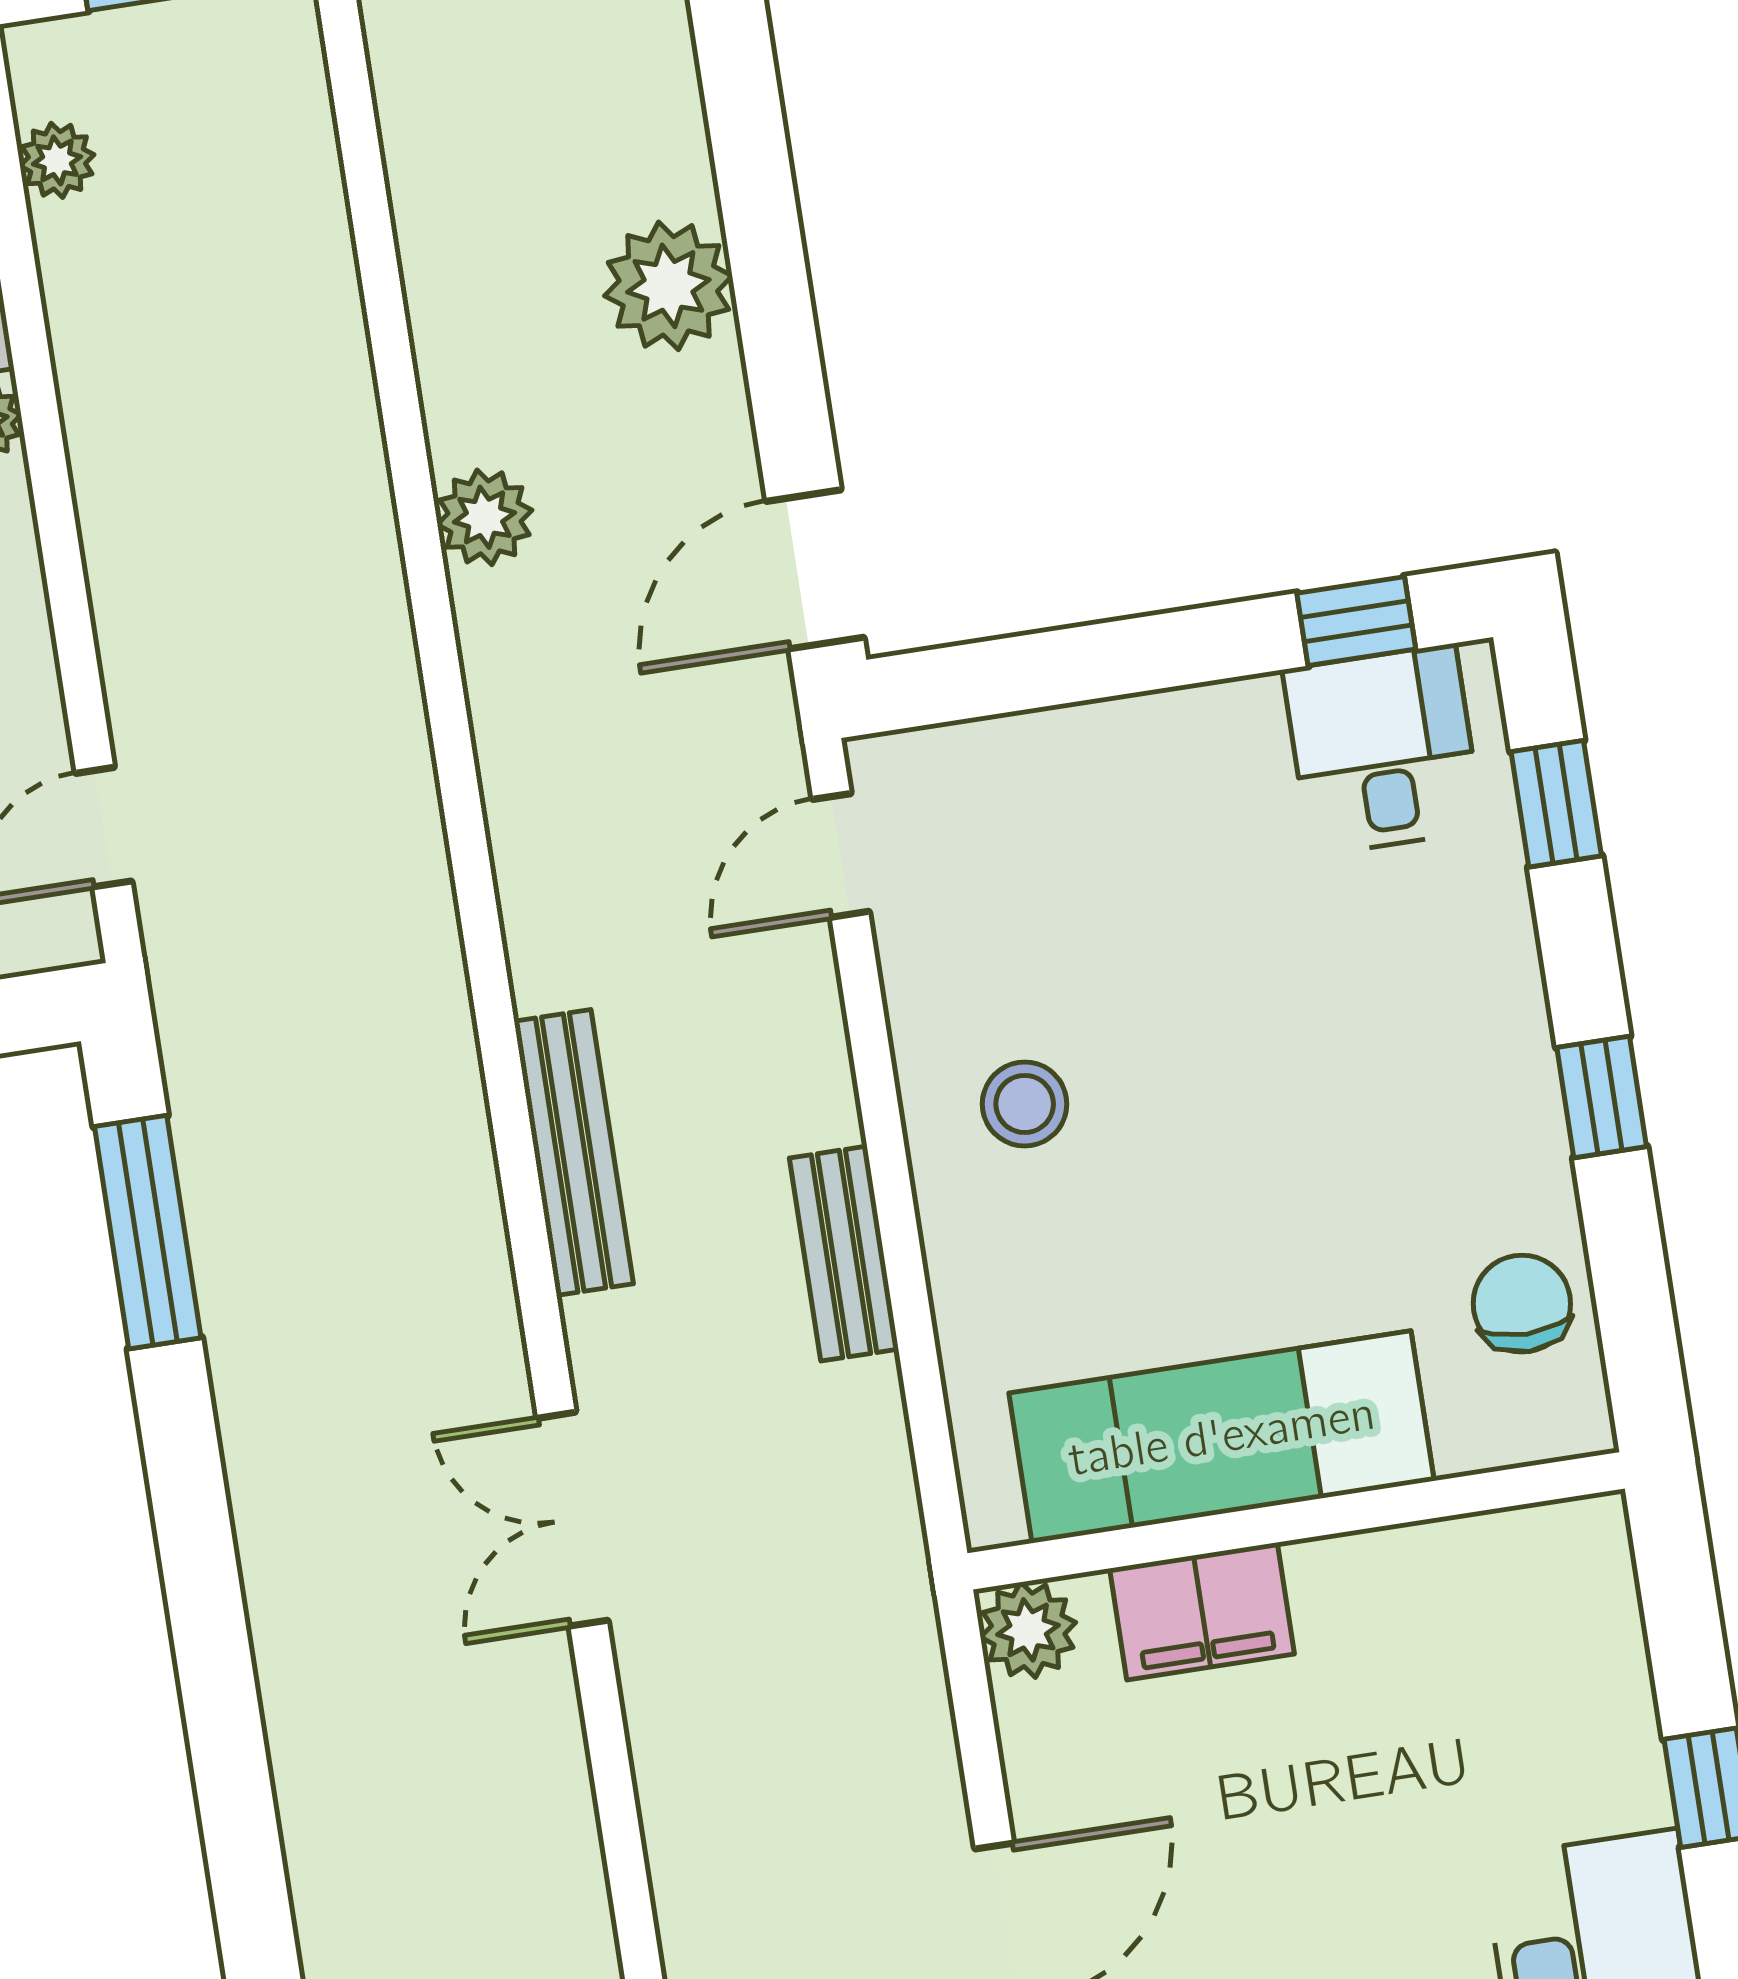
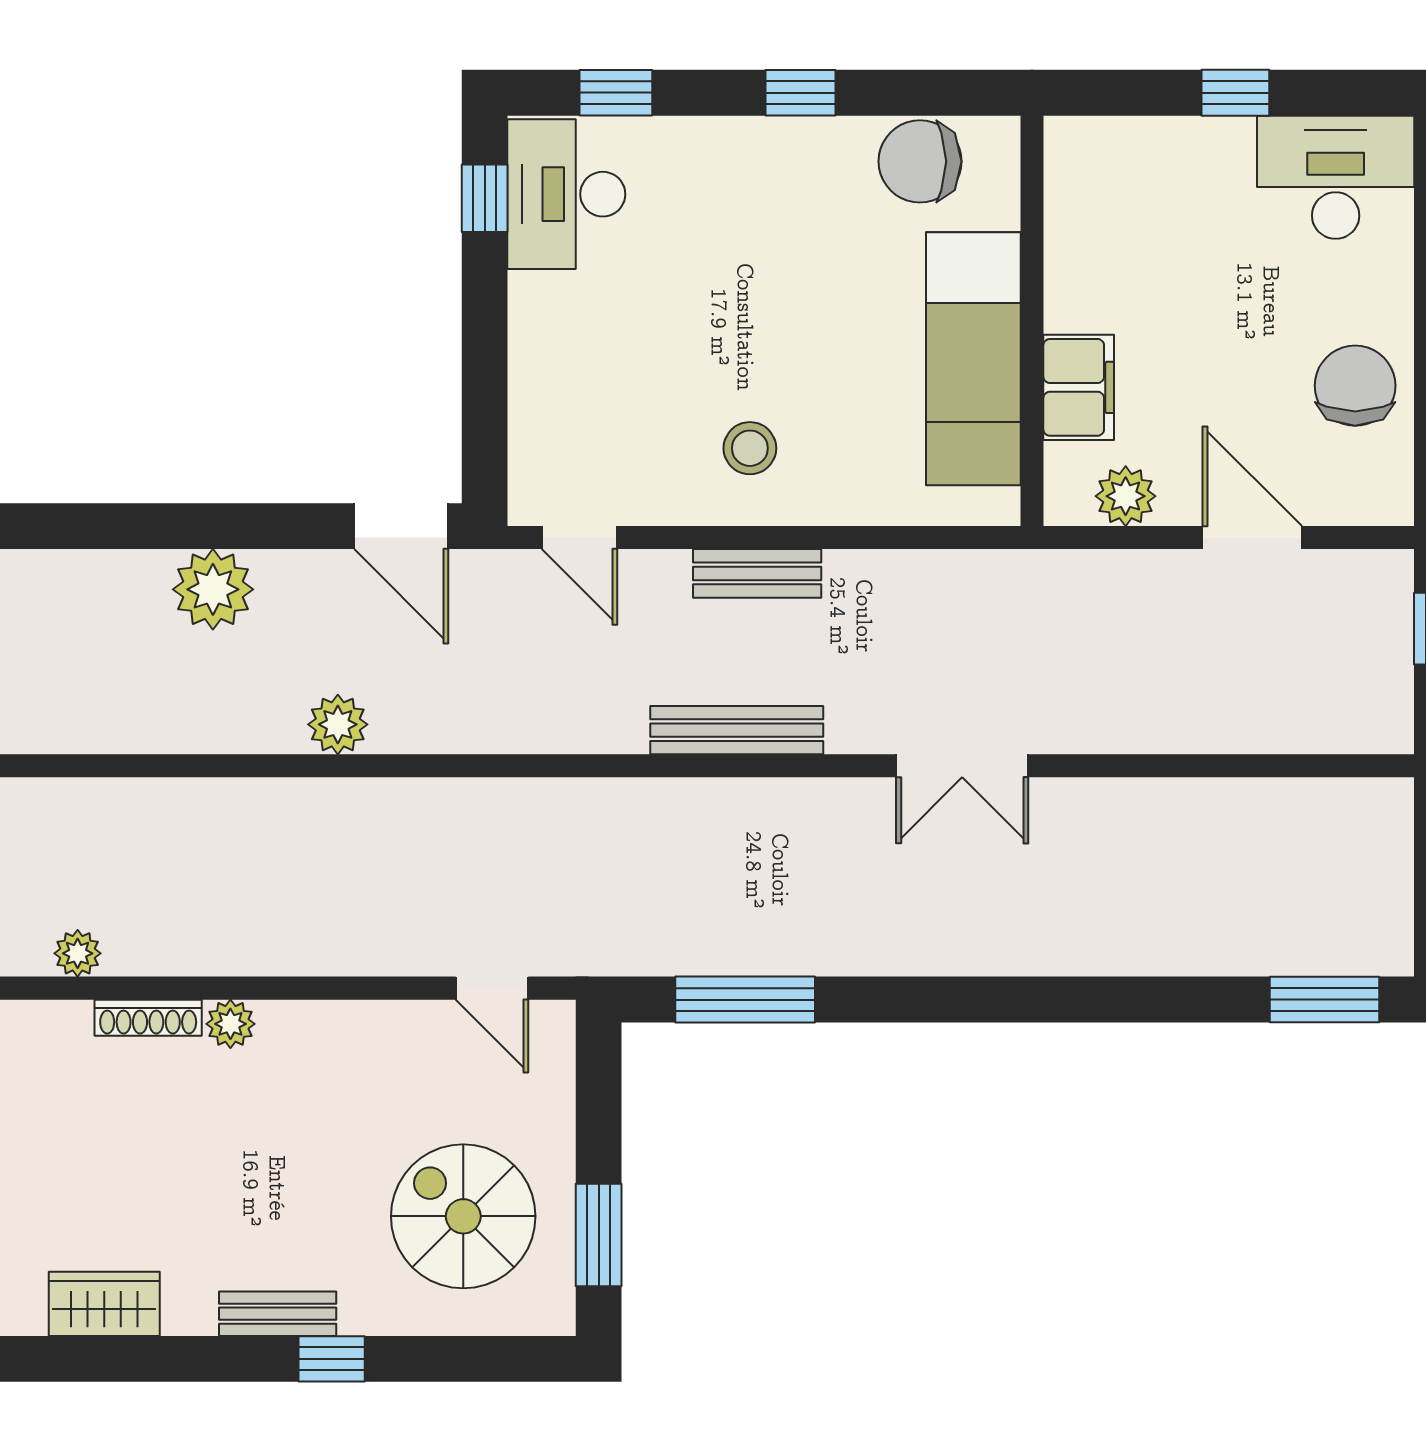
desk: (1383, 750) -> (566, 194), width x1.37
bench: (844, 1254) -> (757, 573), moved
chair: (1522, 1304) -> (920, 161), width x1.37, depth x1.37
plant: (1028, 1630) -> (1126, 496), moved

